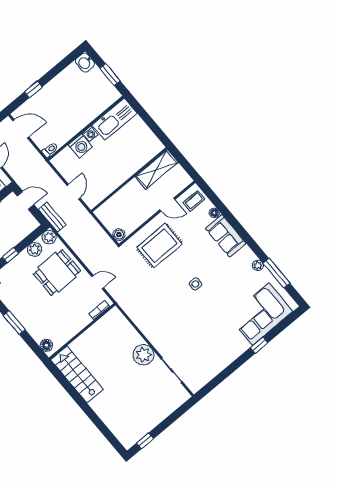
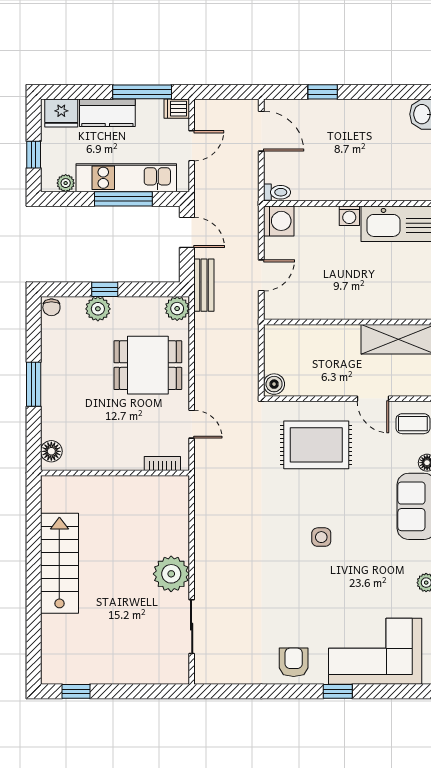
washing machine: (80, 146) -> (279, 221), moved, turned -90
plant: (35, 249) -> (98, 309), moved
armchair: (229, 349) -> (294, 662), added
stairs: (77, 375) -> (59, 563), moved

